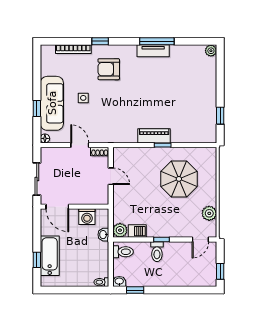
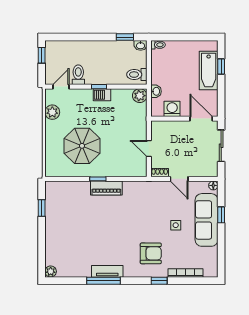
barbecue: (137, 231) -> (102, 95), moved
toilet: (157, 252) -> (78, 75), moved

